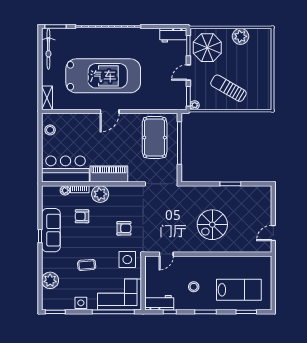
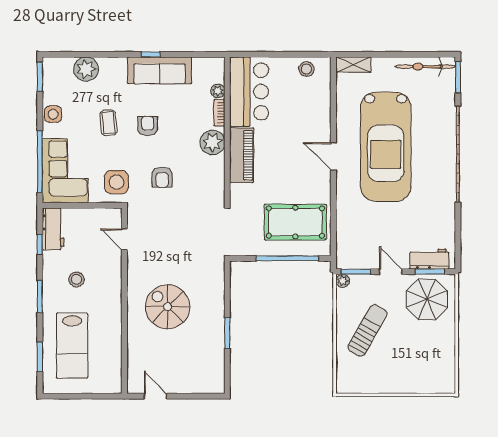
workbench: (173, 35) -> (429, 259), moved, turned 90
plant: (241, 36) -> (444, 348), removed
armchair: (82, 216) -> (148, 126), moved

